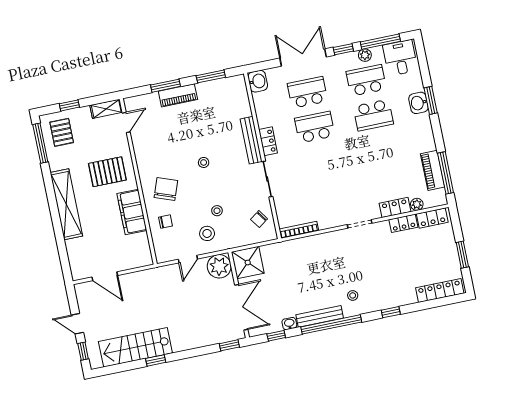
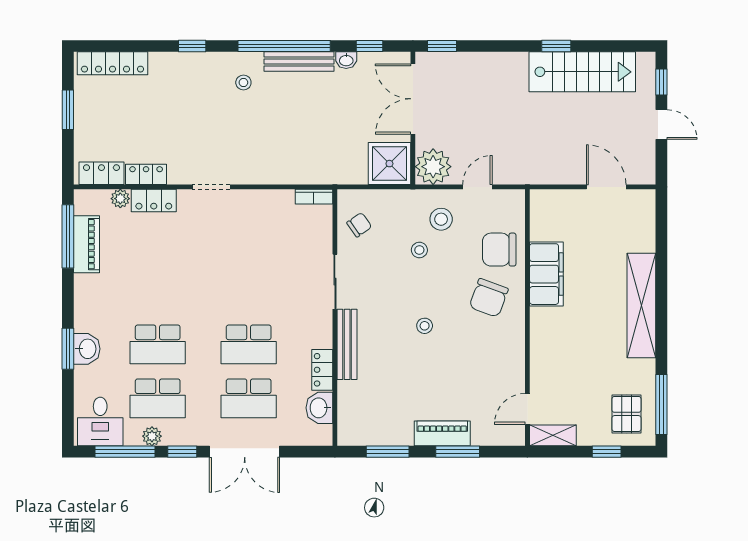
washbasin: (258, 81) -> (319, 408), moved
school desk: (373, 115) -> (158, 344), turned 180
locker: (268, 141) -> (322, 370), moved
pallet: (107, 172) -> (570, 341), removed
chair: (166, 222) -> (499, 250), width x1.87, depth x1.87
bookcase: (299, 230) -> (314, 197), width x0.64

